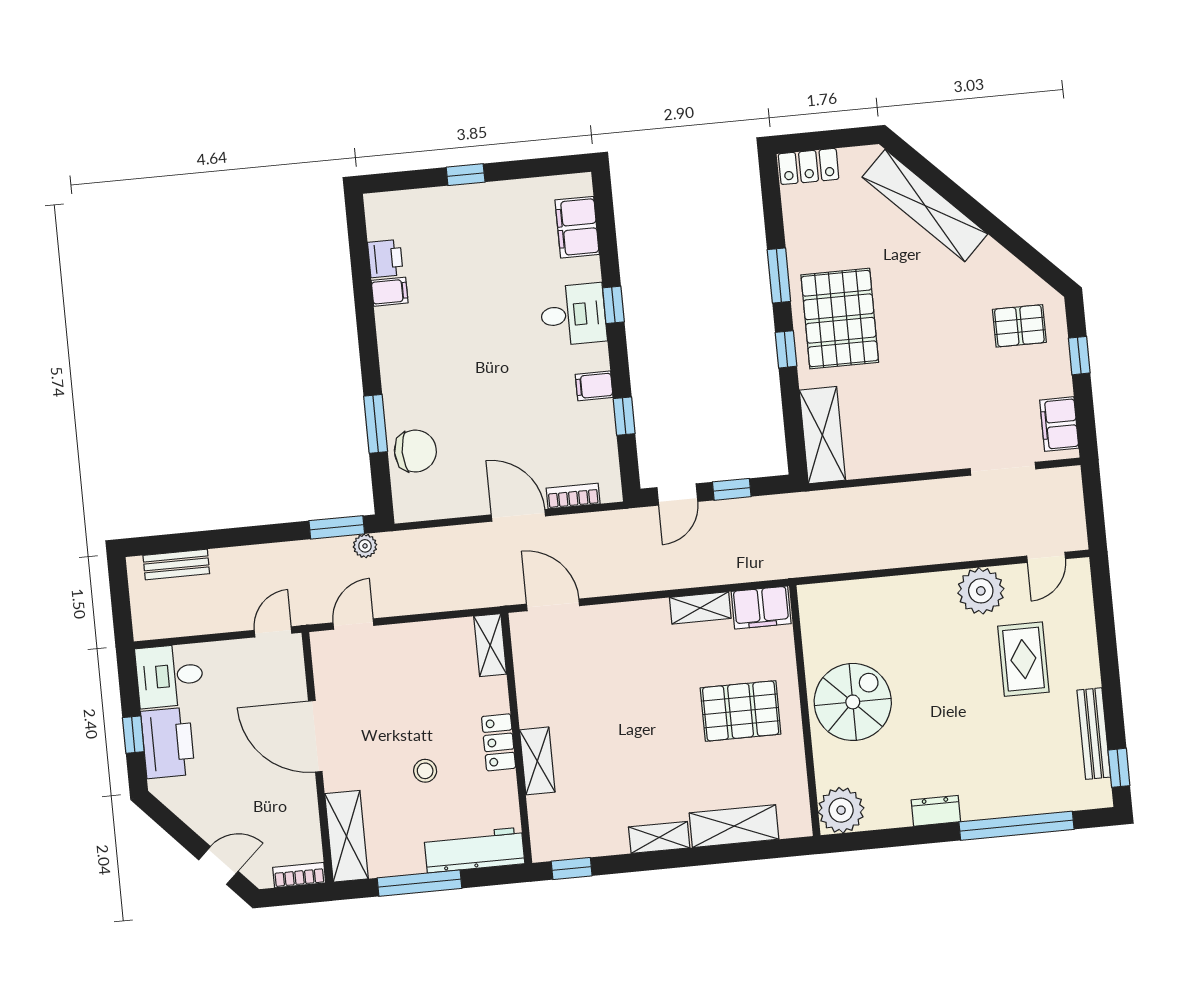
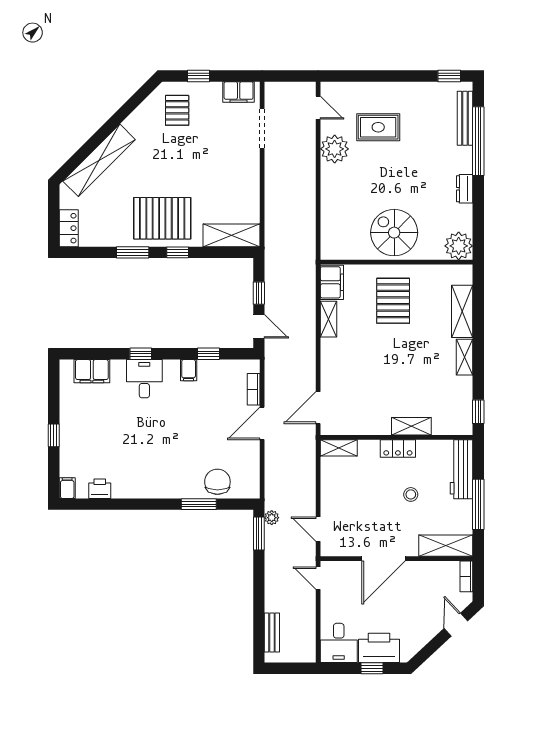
filing cabinet: (390, 292) -> (67, 488), moved
bench: (1094, 734) -> (465, 118), moved, turned 90

